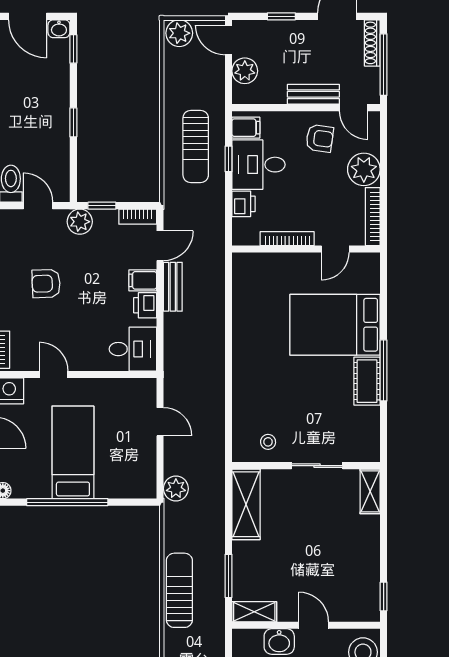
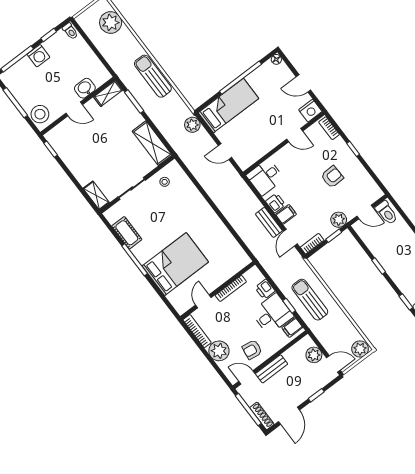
cot: (367, 381) -> (127, 233), moved
bed: (73, 452) -> (228, 106), moved, turned -90
sun lounger: (179, 590) -> (153, 76), turned 180

